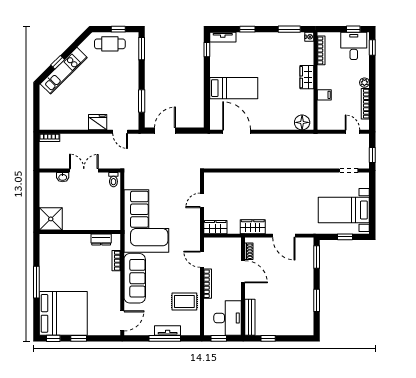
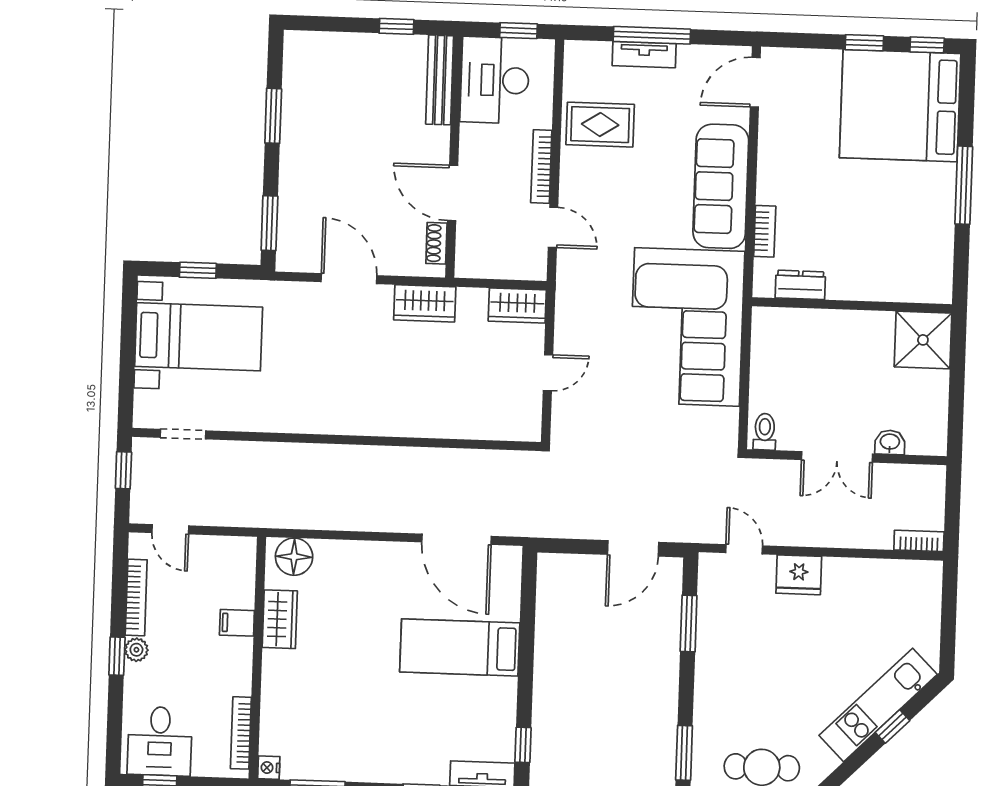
window: (372, 47) -> (117, 656), moved
wardrobe: (307, 77) -> (280, 619), moved

